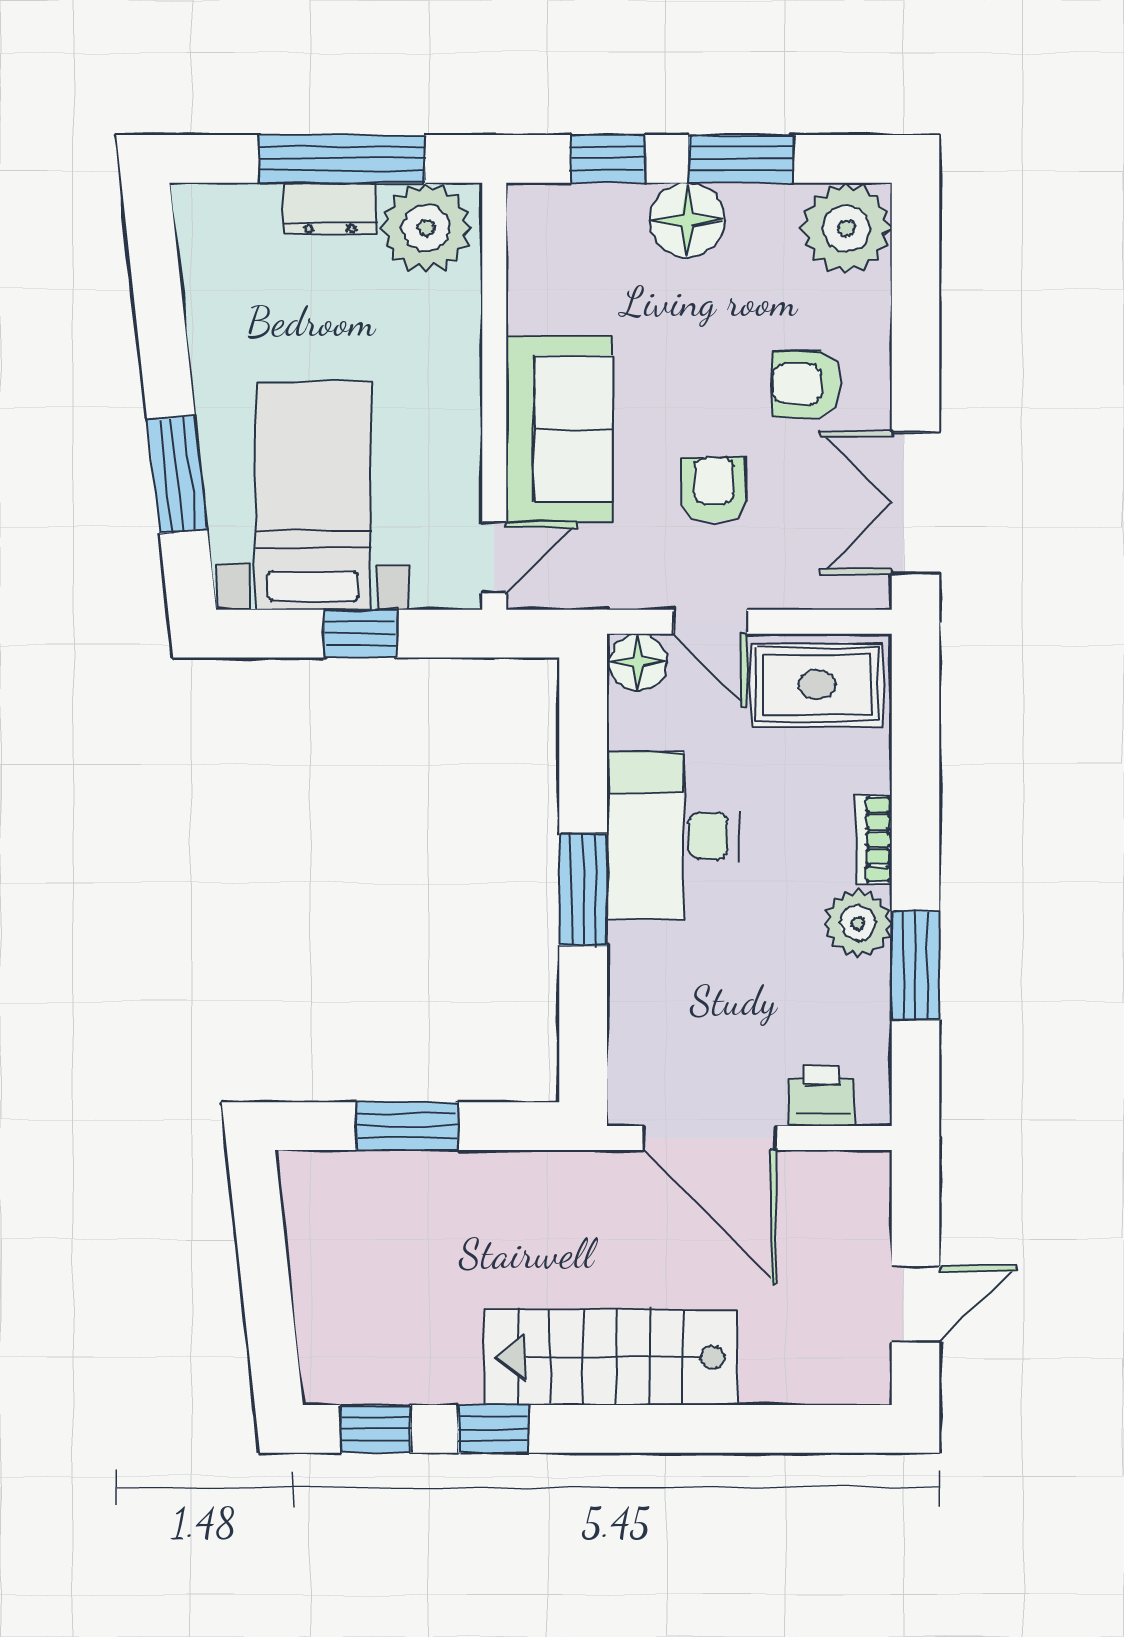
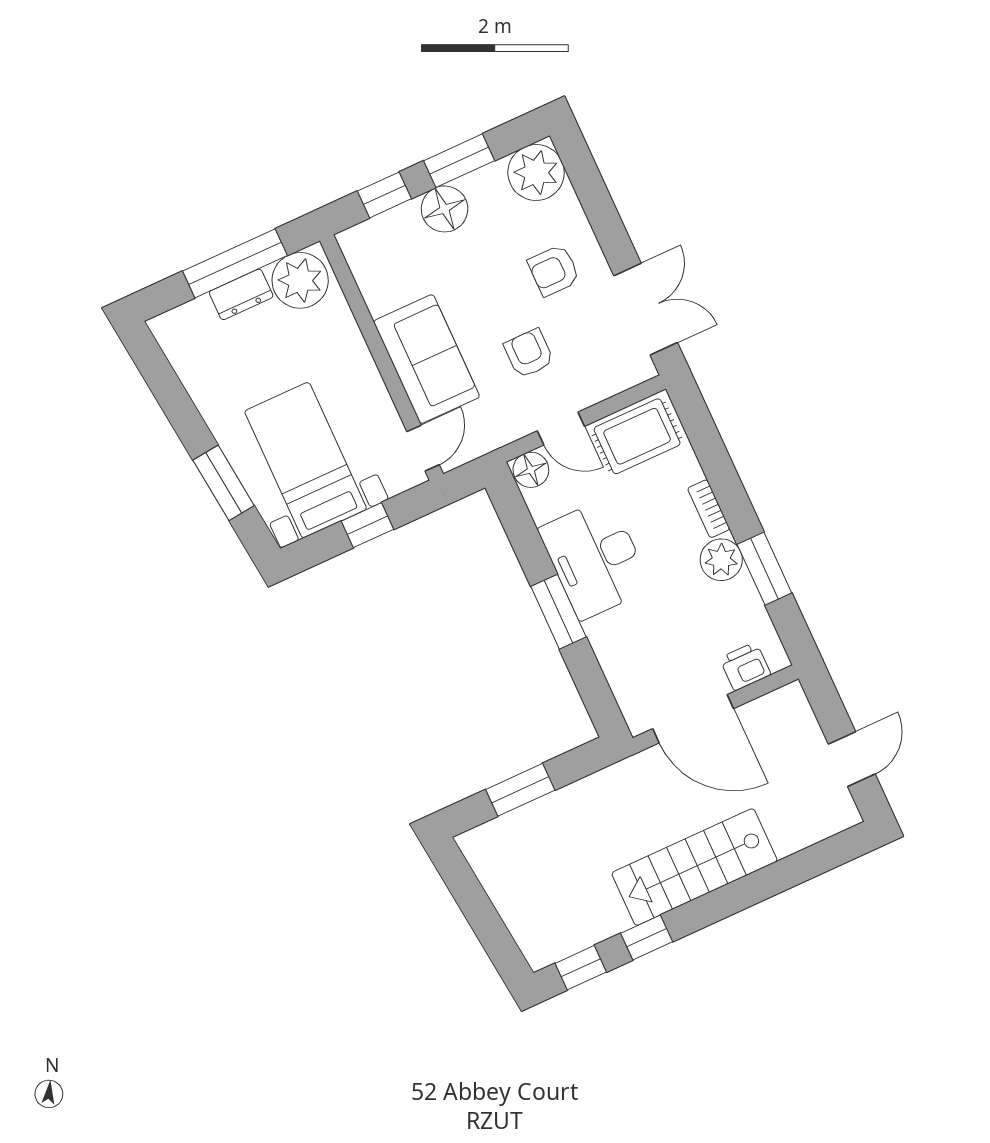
double door: (916, 503) -> (646, 309), swing flipped

